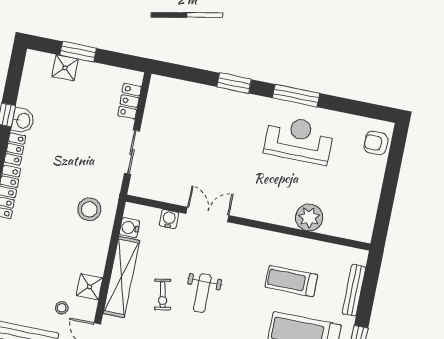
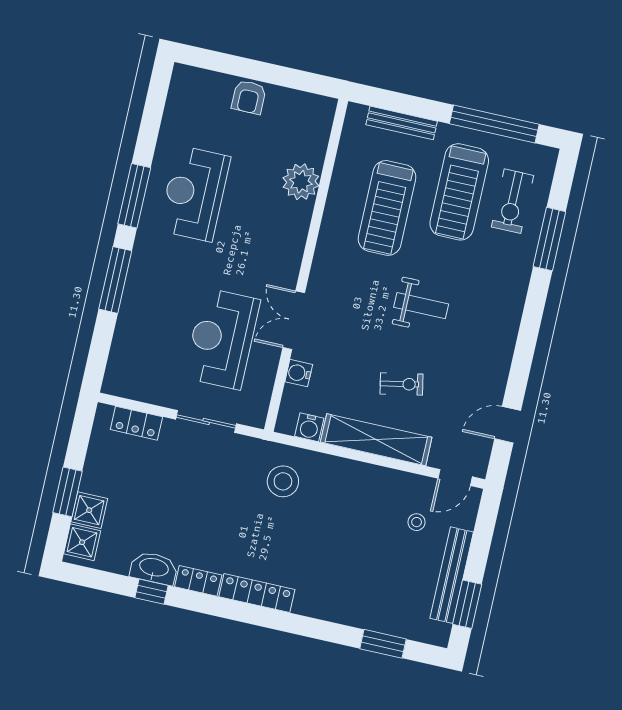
window: (234, 83) -> (115, 280), width x1.44
washbasin: (23, 121) -> (154, 568), width x1.38
armchair: (376, 143) -> (249, 97), moved
reception desk: (193, 162) -> (222, 339), added
treadmill: (291, 281) -> (387, 208), width x1.37, depth x1.38
shower: (90, 287) -> (82, 542), moved
weight bench: (202, 293) -> (421, 306), moved

